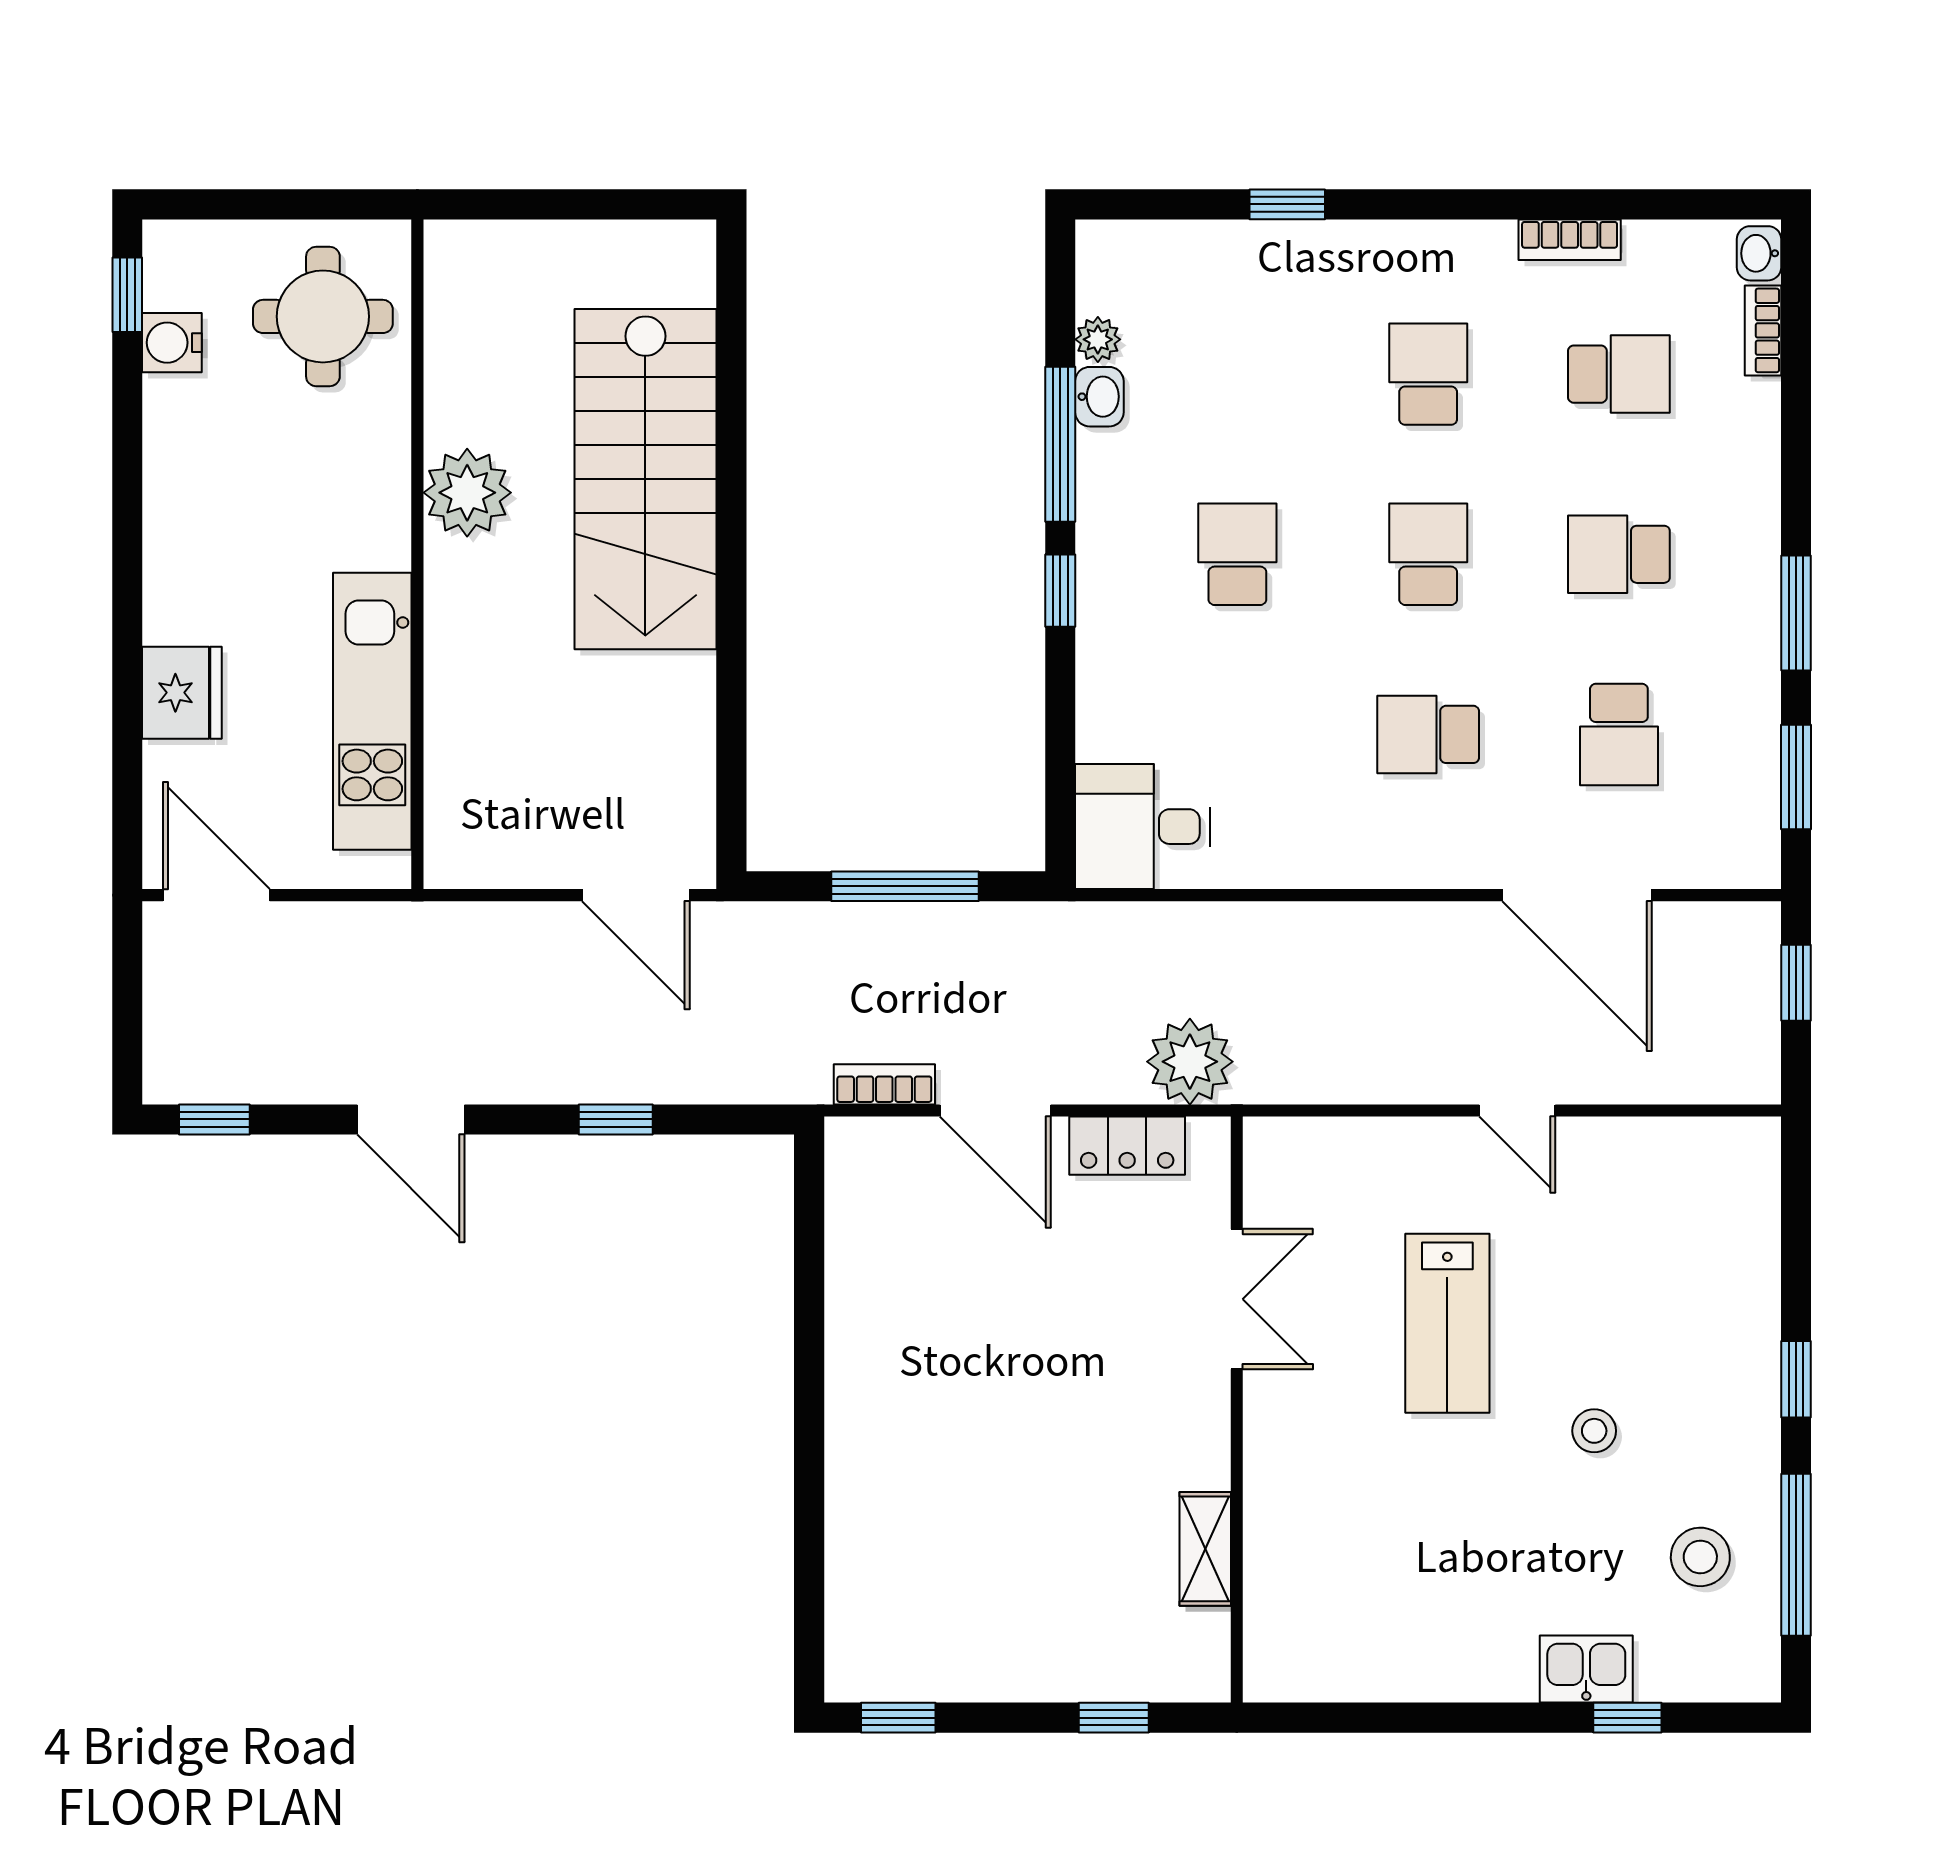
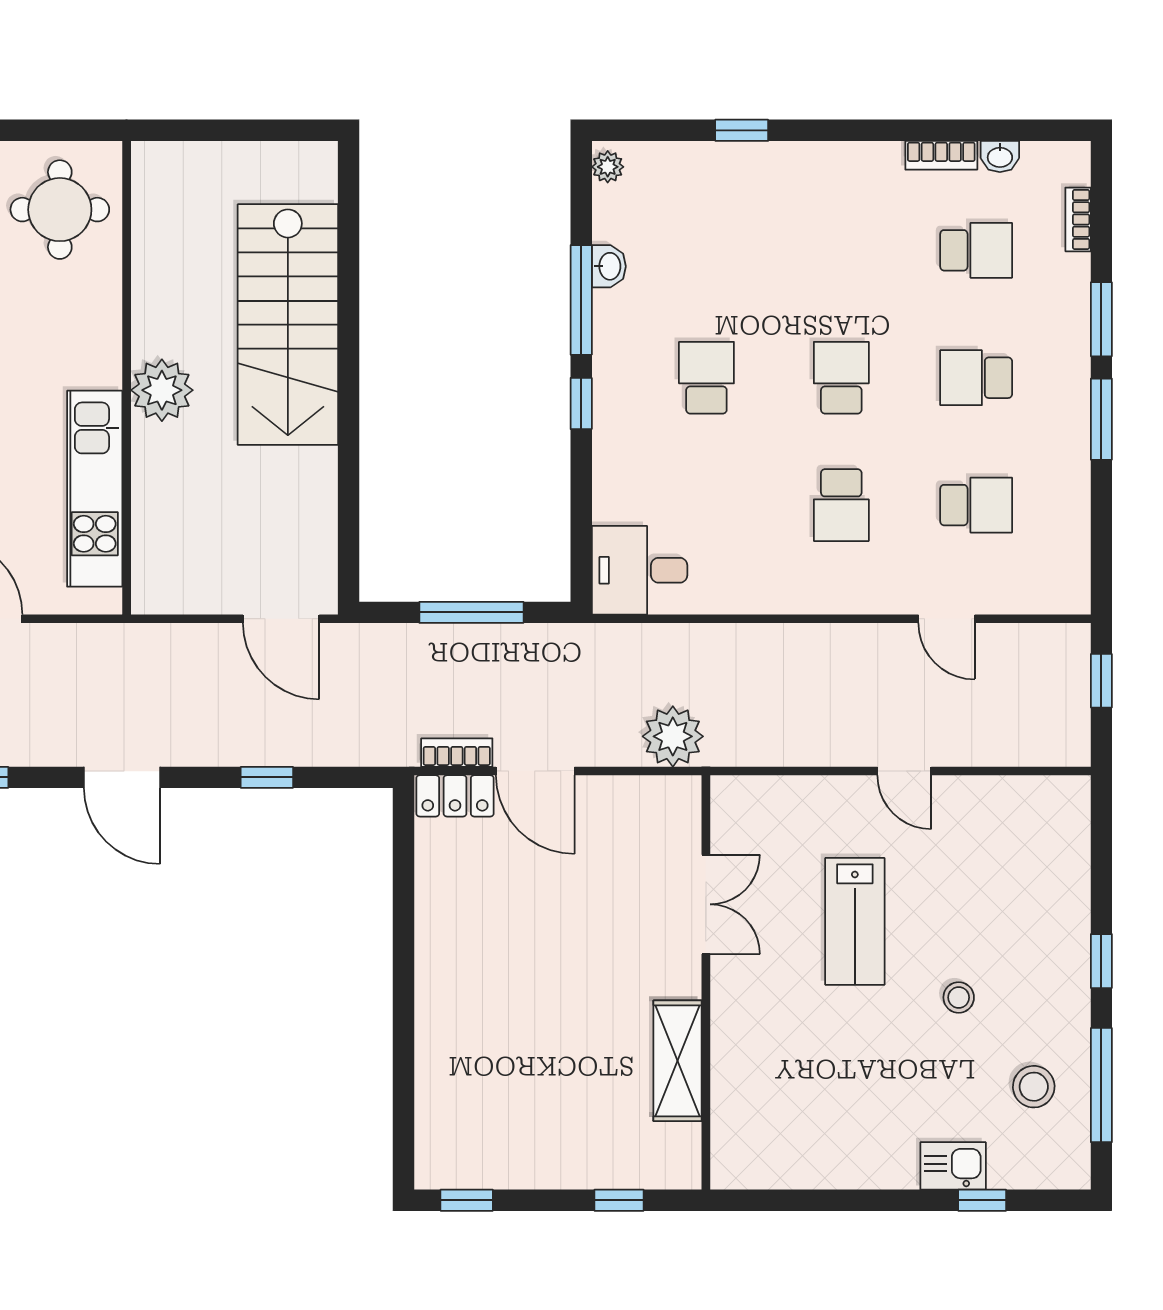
washbasin: (1759, 253) -> (1000, 156), moved, turned -90
plant: (1098, 339) -> (608, 167), moved
school desk: (1428, 374) -> (841, 250), removed
plant: (467, 493) -> (162, 390), moved
school desk: (1428, 734) -> (841, 505), turned -90
school desk: (1619, 734) -> (976, 505), turned -90
window: (1796, 777) -> (1101, 319), moved
door: (1577, 895) -> (947, 619), width x0.53
locker: (1127, 1146) -> (455, 796), moved
shelving: (1205, 1549) -> (678, 1061), width x1.50, depth x1.33

